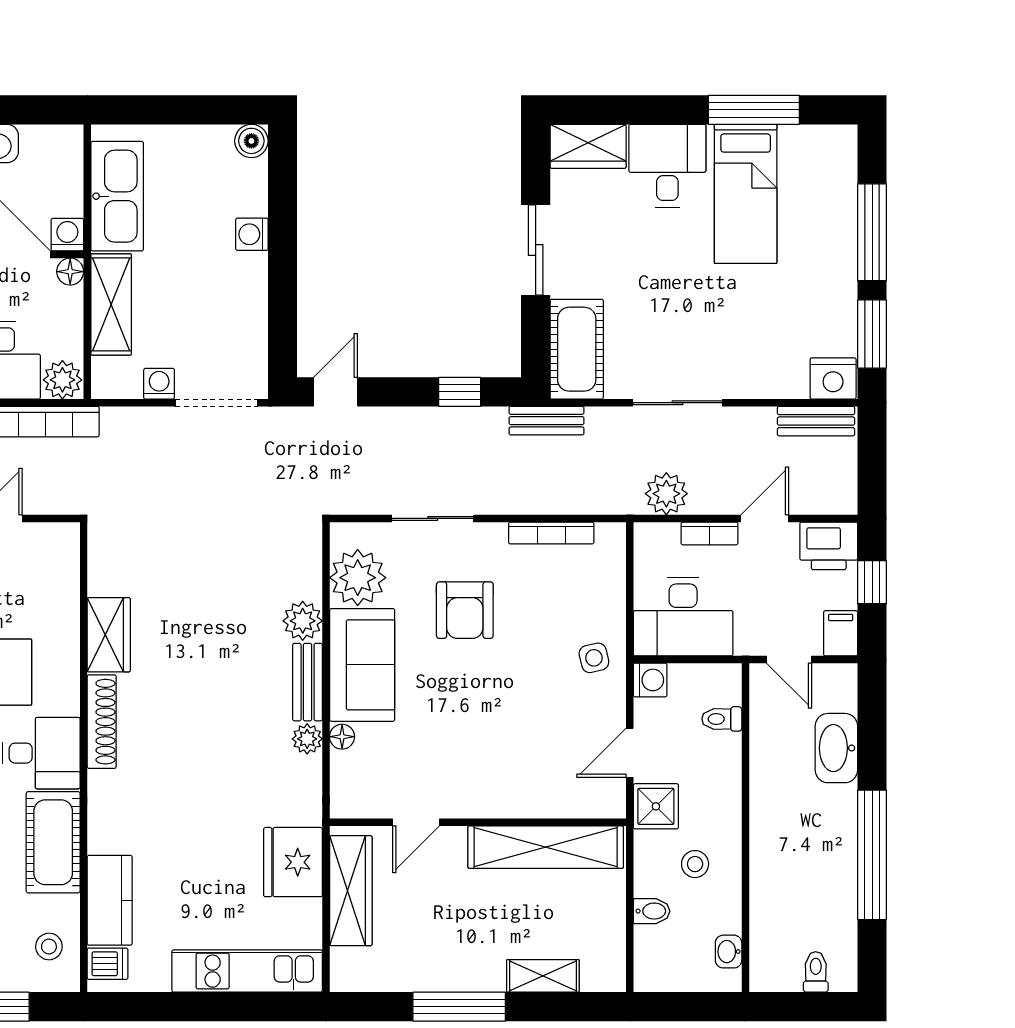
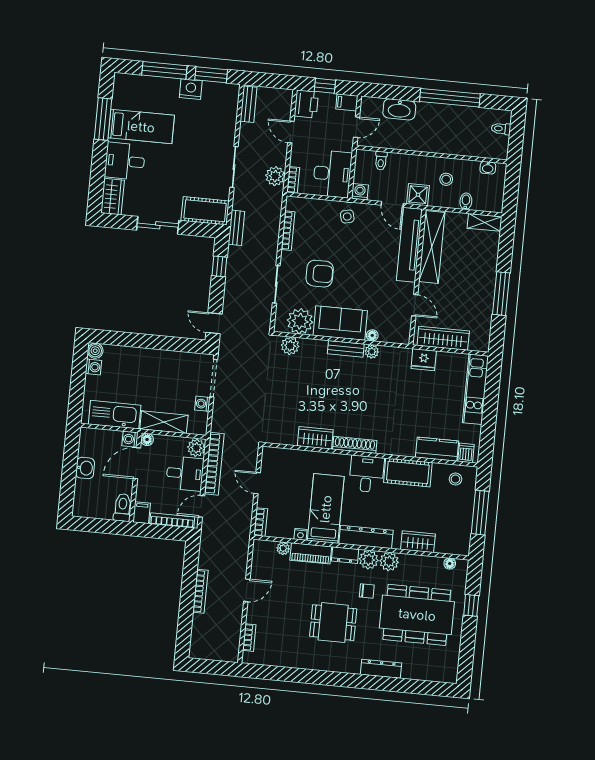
washing machine: (252, 234) -> (93, 367), moved, turned -90
nightstand: (833, 378) -> (191, 89), moved, turned -90
bookcase: (709, 533) -> (293, 180), moved
plant: (303, 621) -> (290, 346), moved
tv unit: (546, 798) -> (409, 245), added
fridge: (293, 862) -> (424, 360), width x0.73, depth x0.75
shelving: (543, 976) -> (485, 222), moved, turned 90

